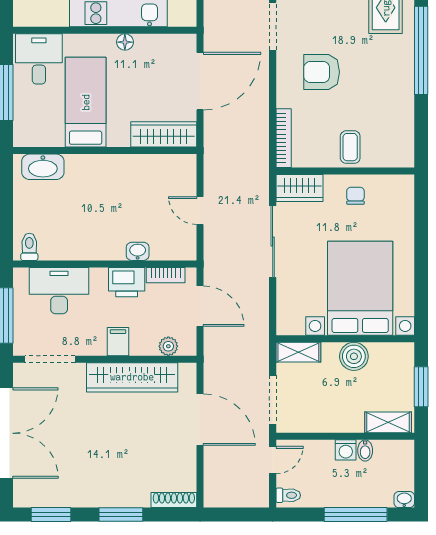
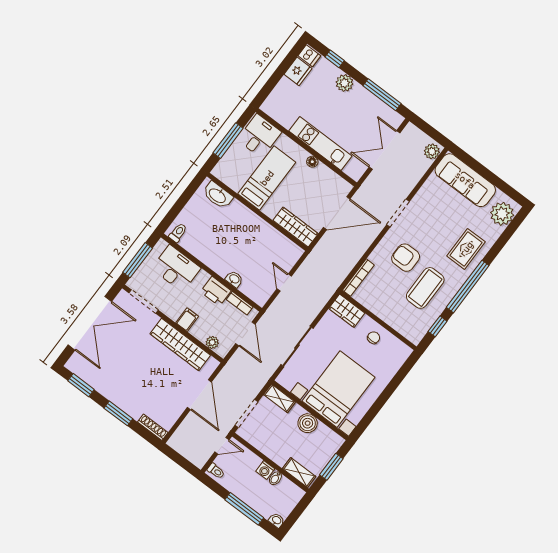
window: (421, 125) -> (438, 326), added
coffee table: (350, 147) -> (425, 288), moved, width x1.86, depth x1.72
sliding door: (273, 241) -> (297, 347), moved

